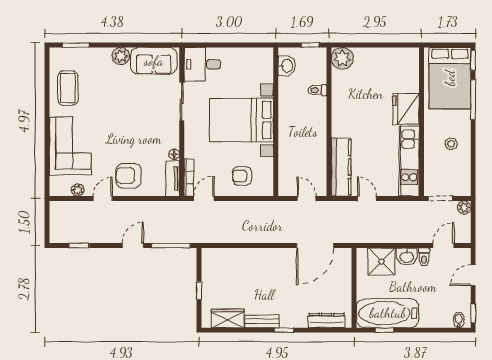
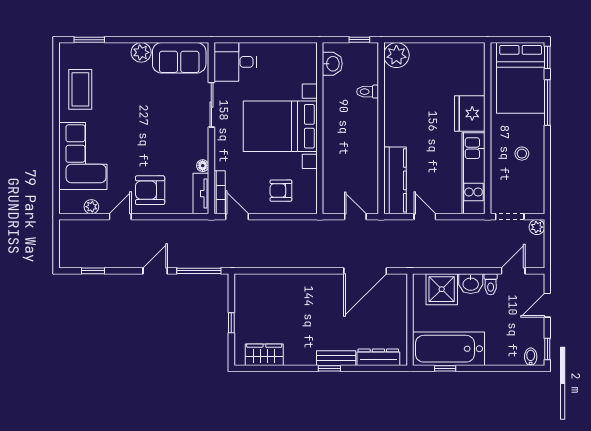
door: (204, 199) -> (237, 217), hinge flipped
bench: (262, 321) -> (336, 358), moved

